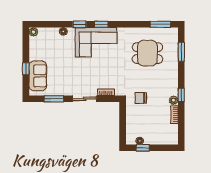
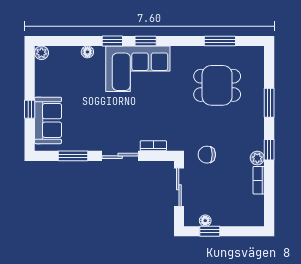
window: (160, 24) -> (220, 41), moved
window: (181, 52) -> (269, 103), moved
sliding door: (123, 119) -> (179, 187), added

